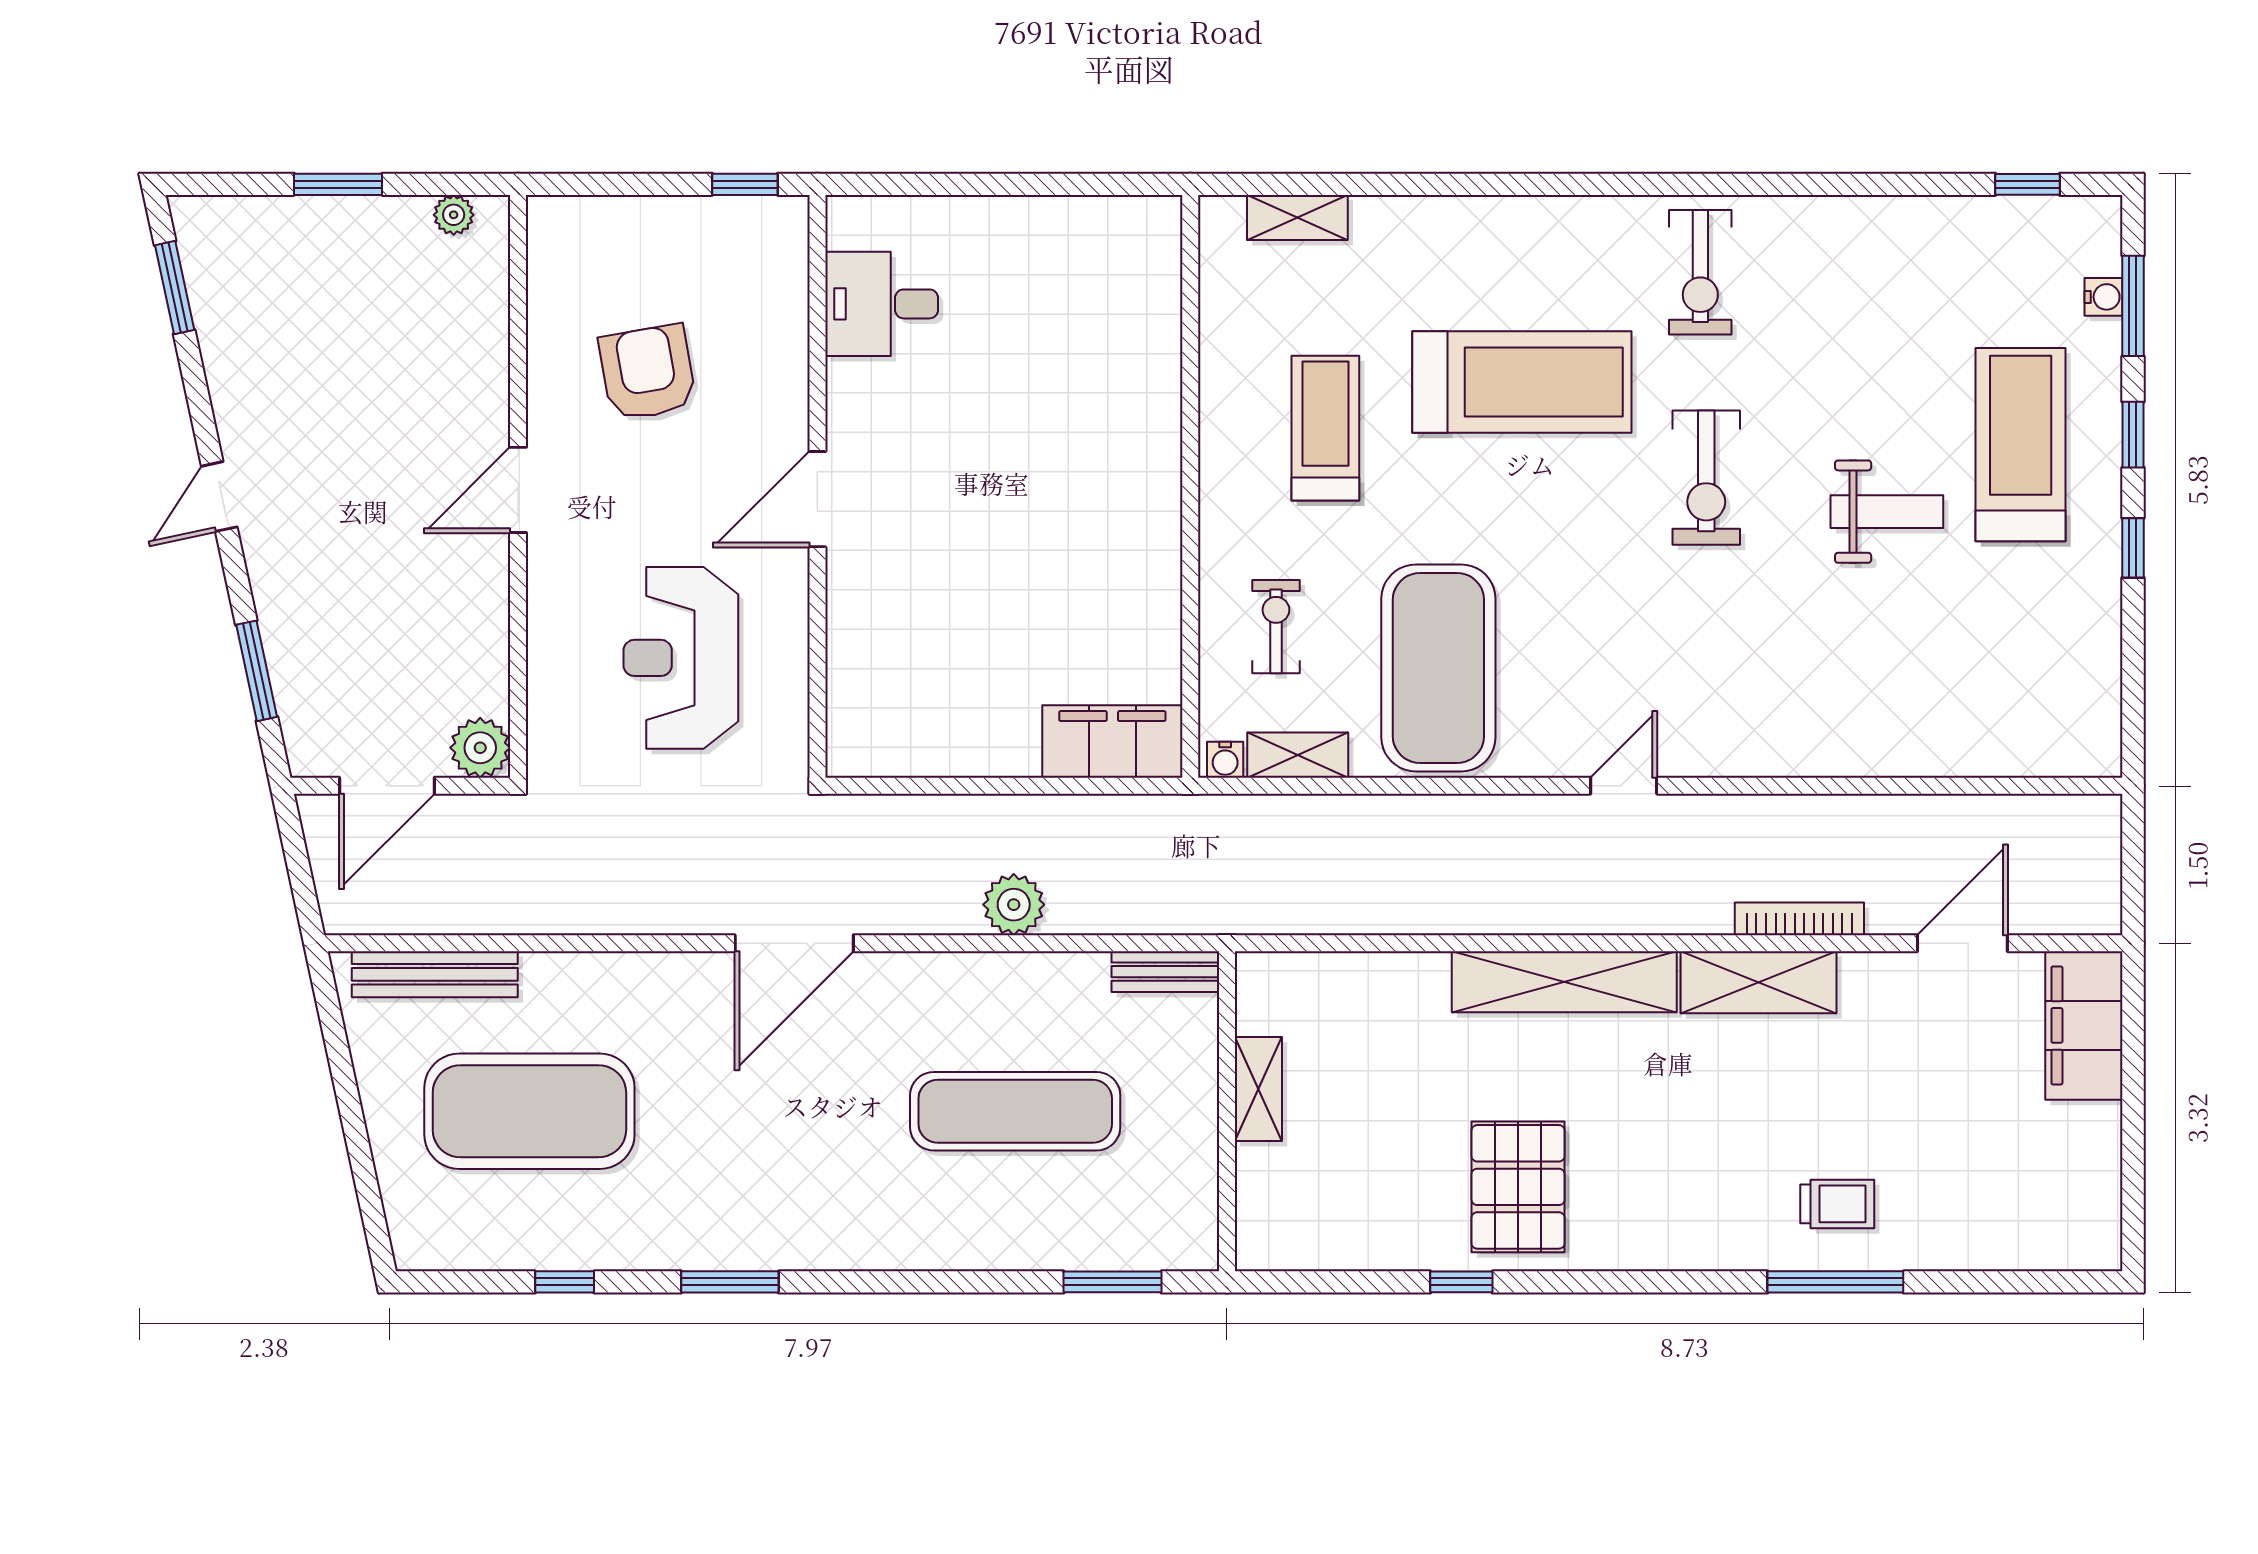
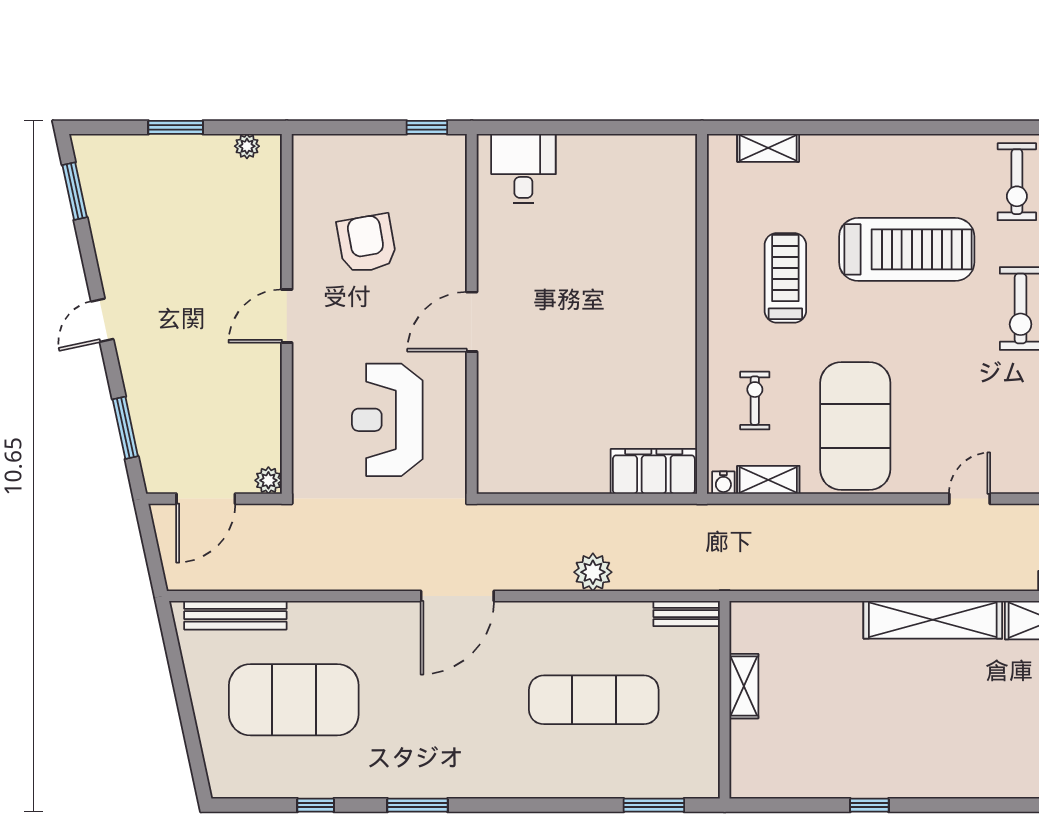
desk: (882, 304) -> (523, 169), moved, turned 90
plant: (480, 748) -> (268, 480), width x0.73, depth x0.73
pallet: (1518, 1187) -> (904, 747), removed

